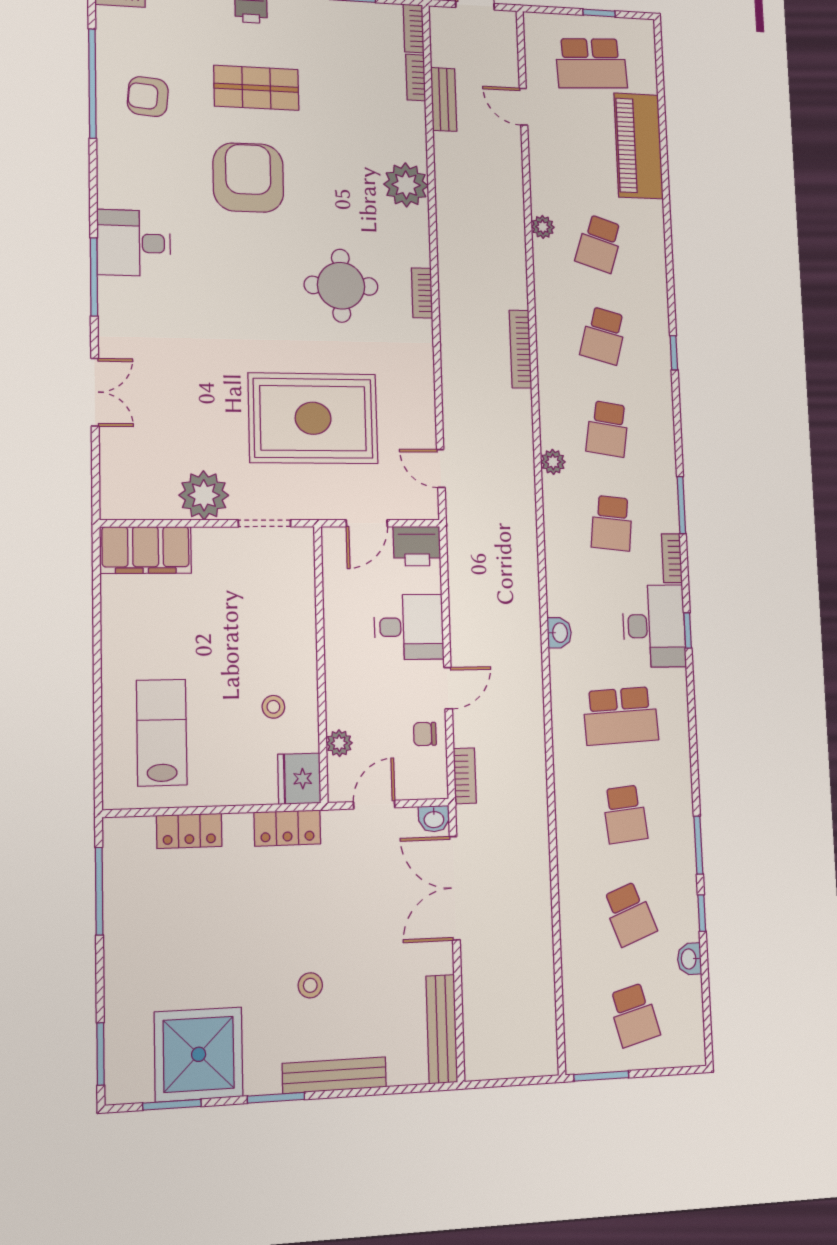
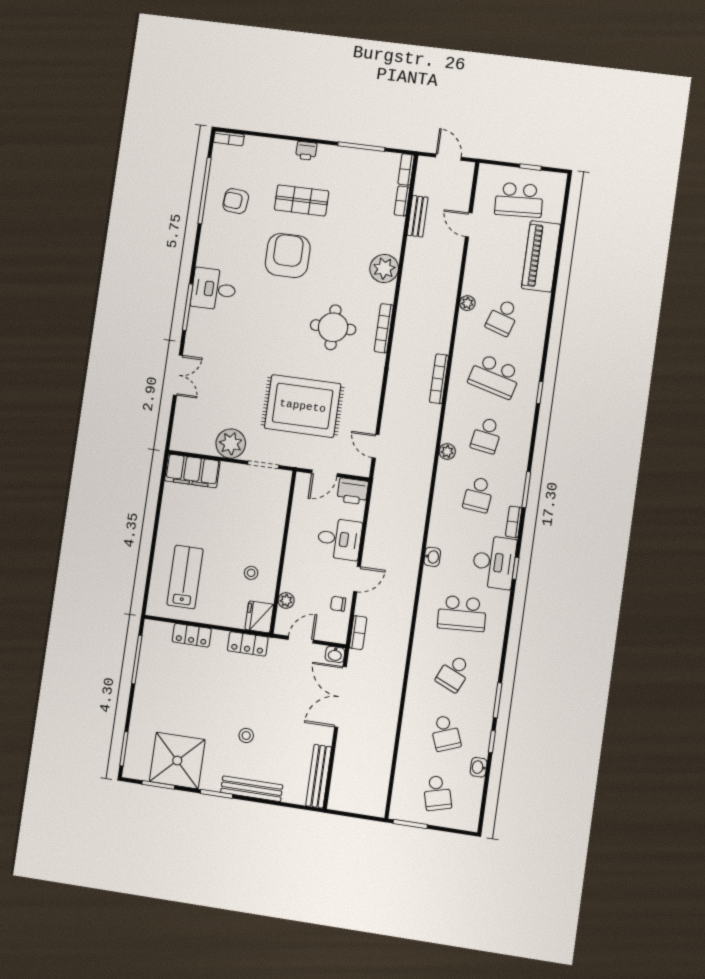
bookcase: (422, 293) -> (384, 328), width x1.56
school desk: (603, 336) -> (495, 376), width x1.85
school desk: (625, 814) -> (454, 673), turned 30

